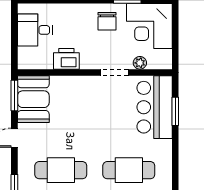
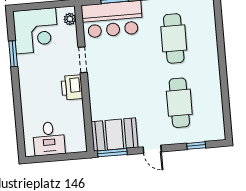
chair: (107, 21) -> (35, 71), removed
printer: (66, 59) -> (72, 87), moved
plant: (140, 63) -> (70, 19), moved

